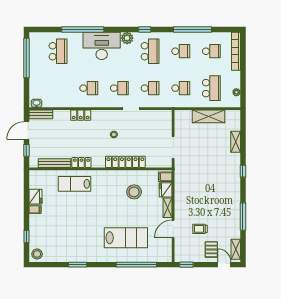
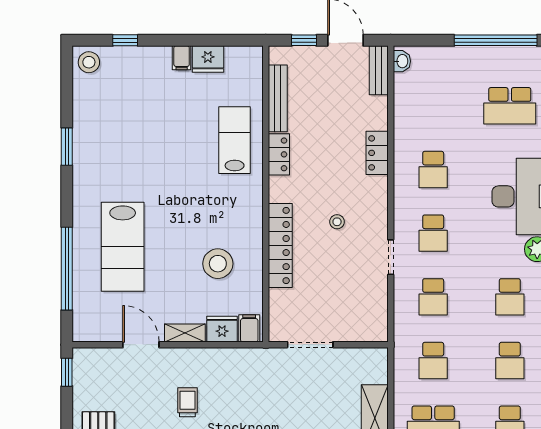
school desk: (150, 51) -> (510, 297), width x0.54
trolley: (200, 229) -> (187, 402), moved

